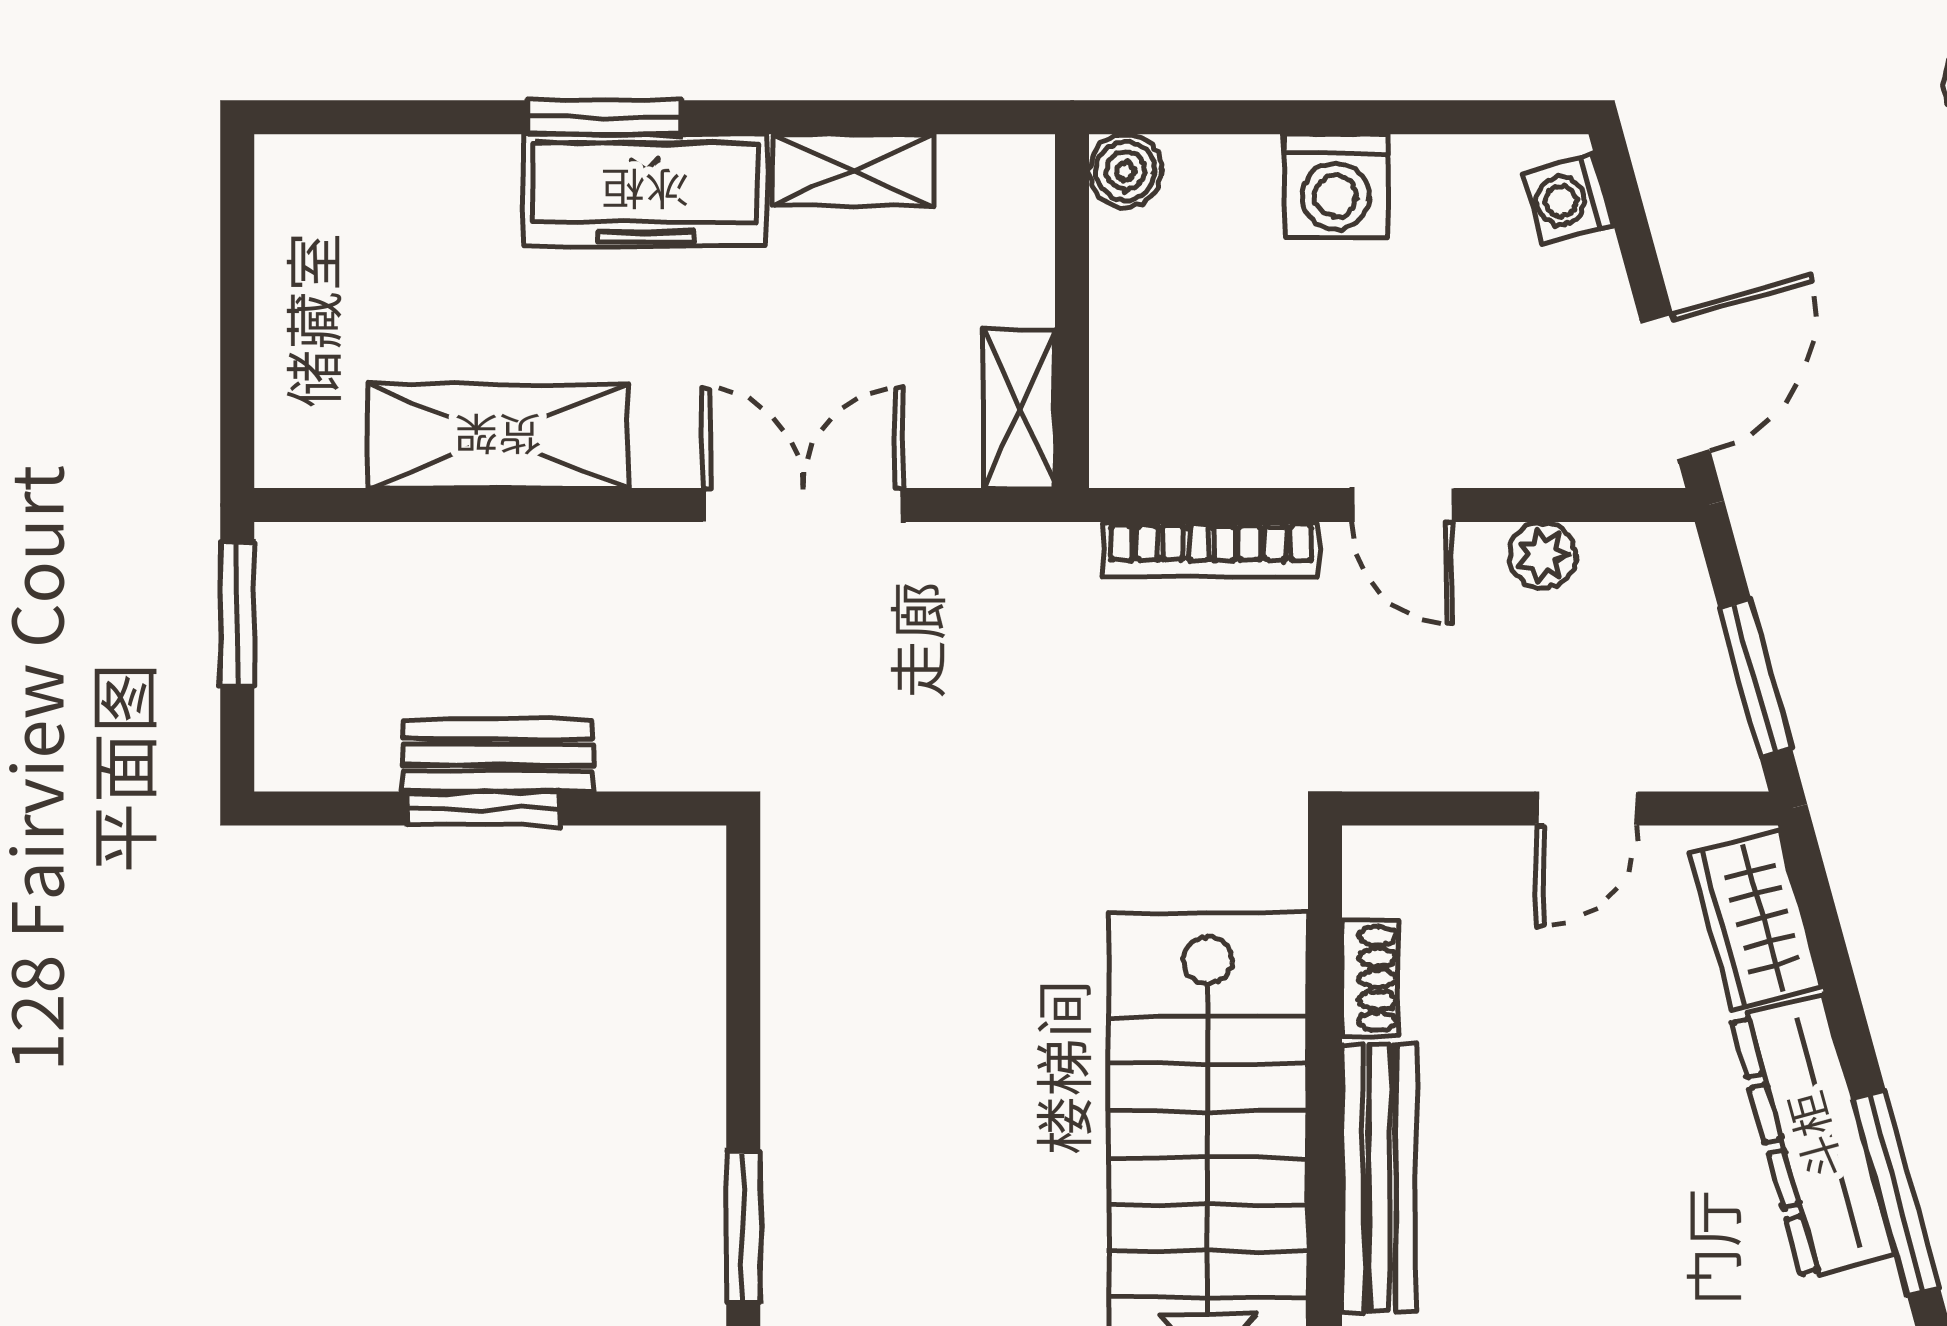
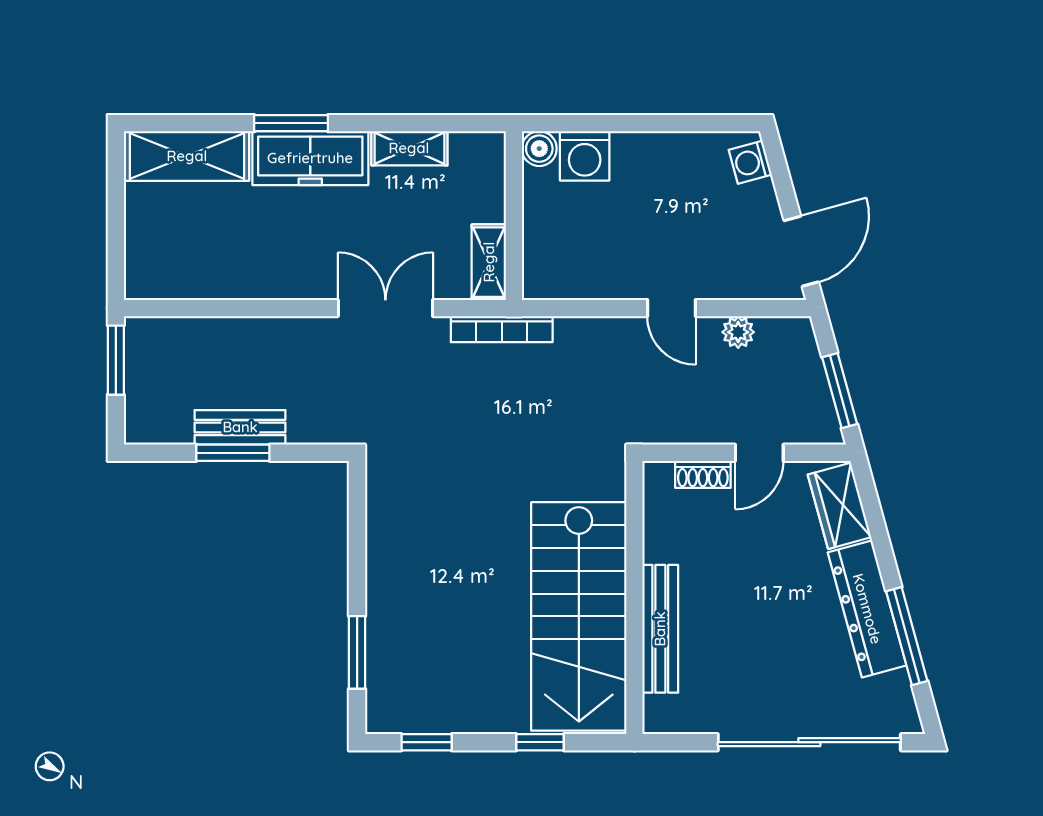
washing machine: (1336, 186) -> (585, 156), moved
shelving: (498, 436) -> (187, 156), moved
bookcase: (1211, 549) -> (502, 329), moved
shoe rack: (1370, 979) -> (703, 474), moved, turned 90

